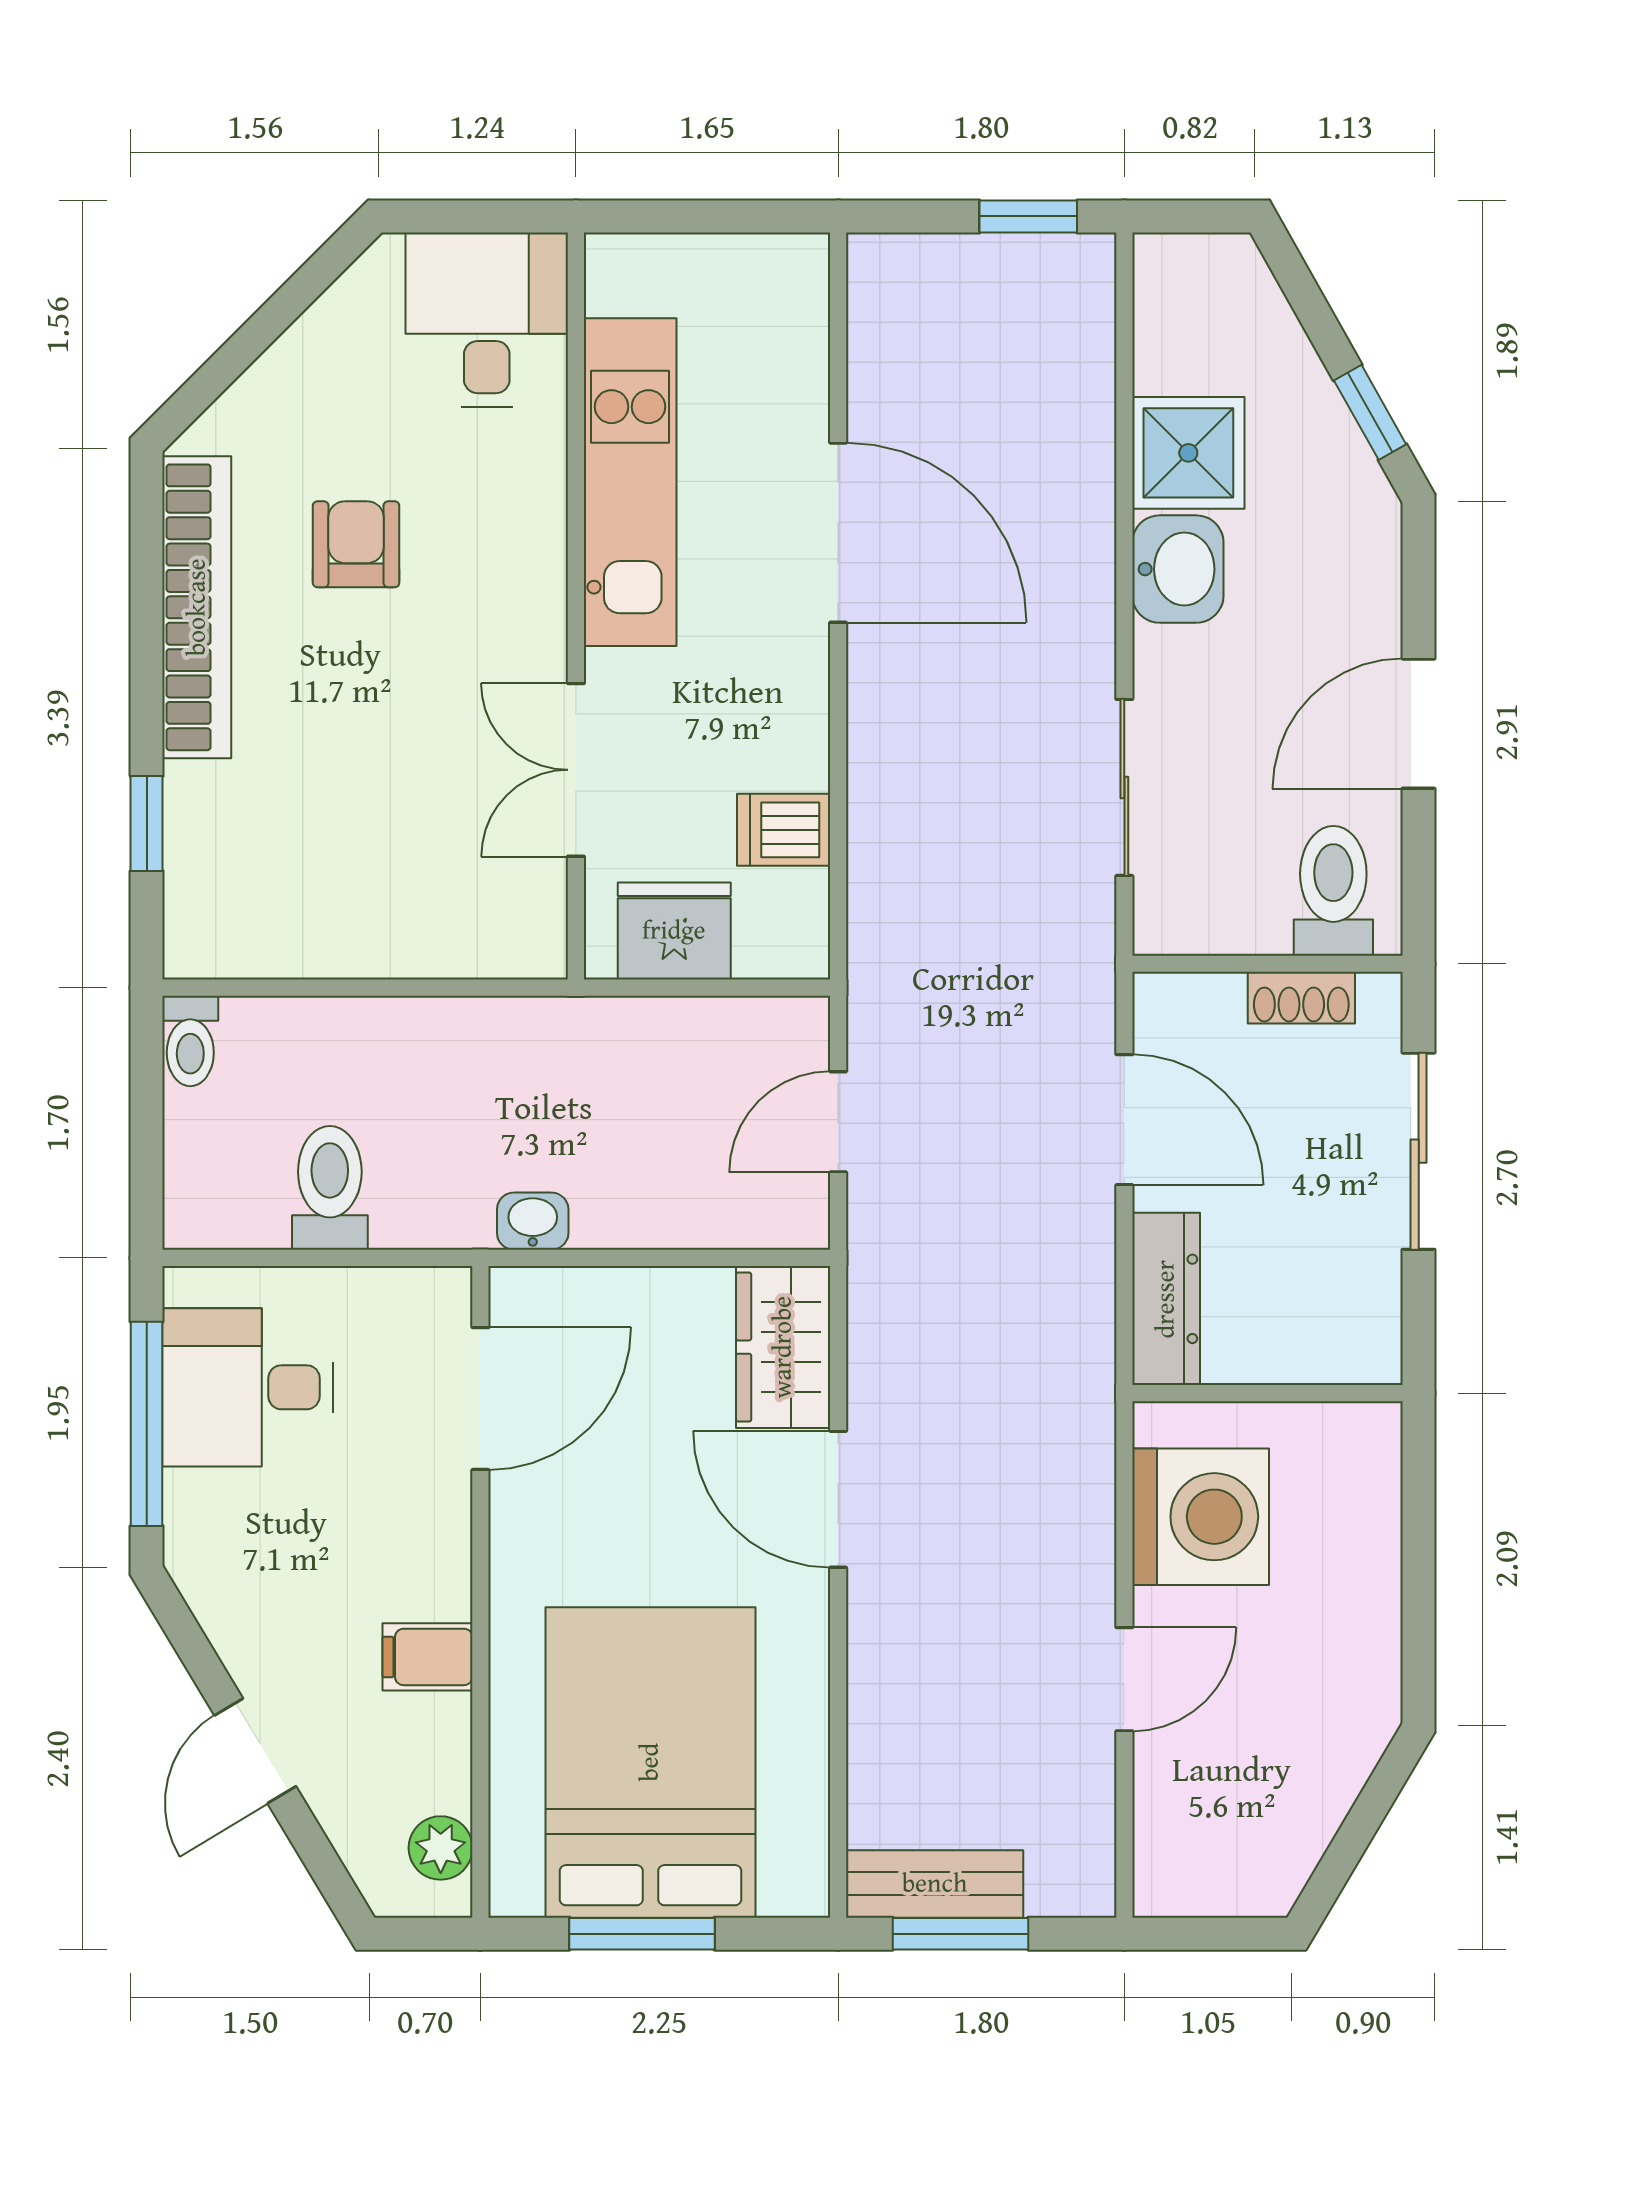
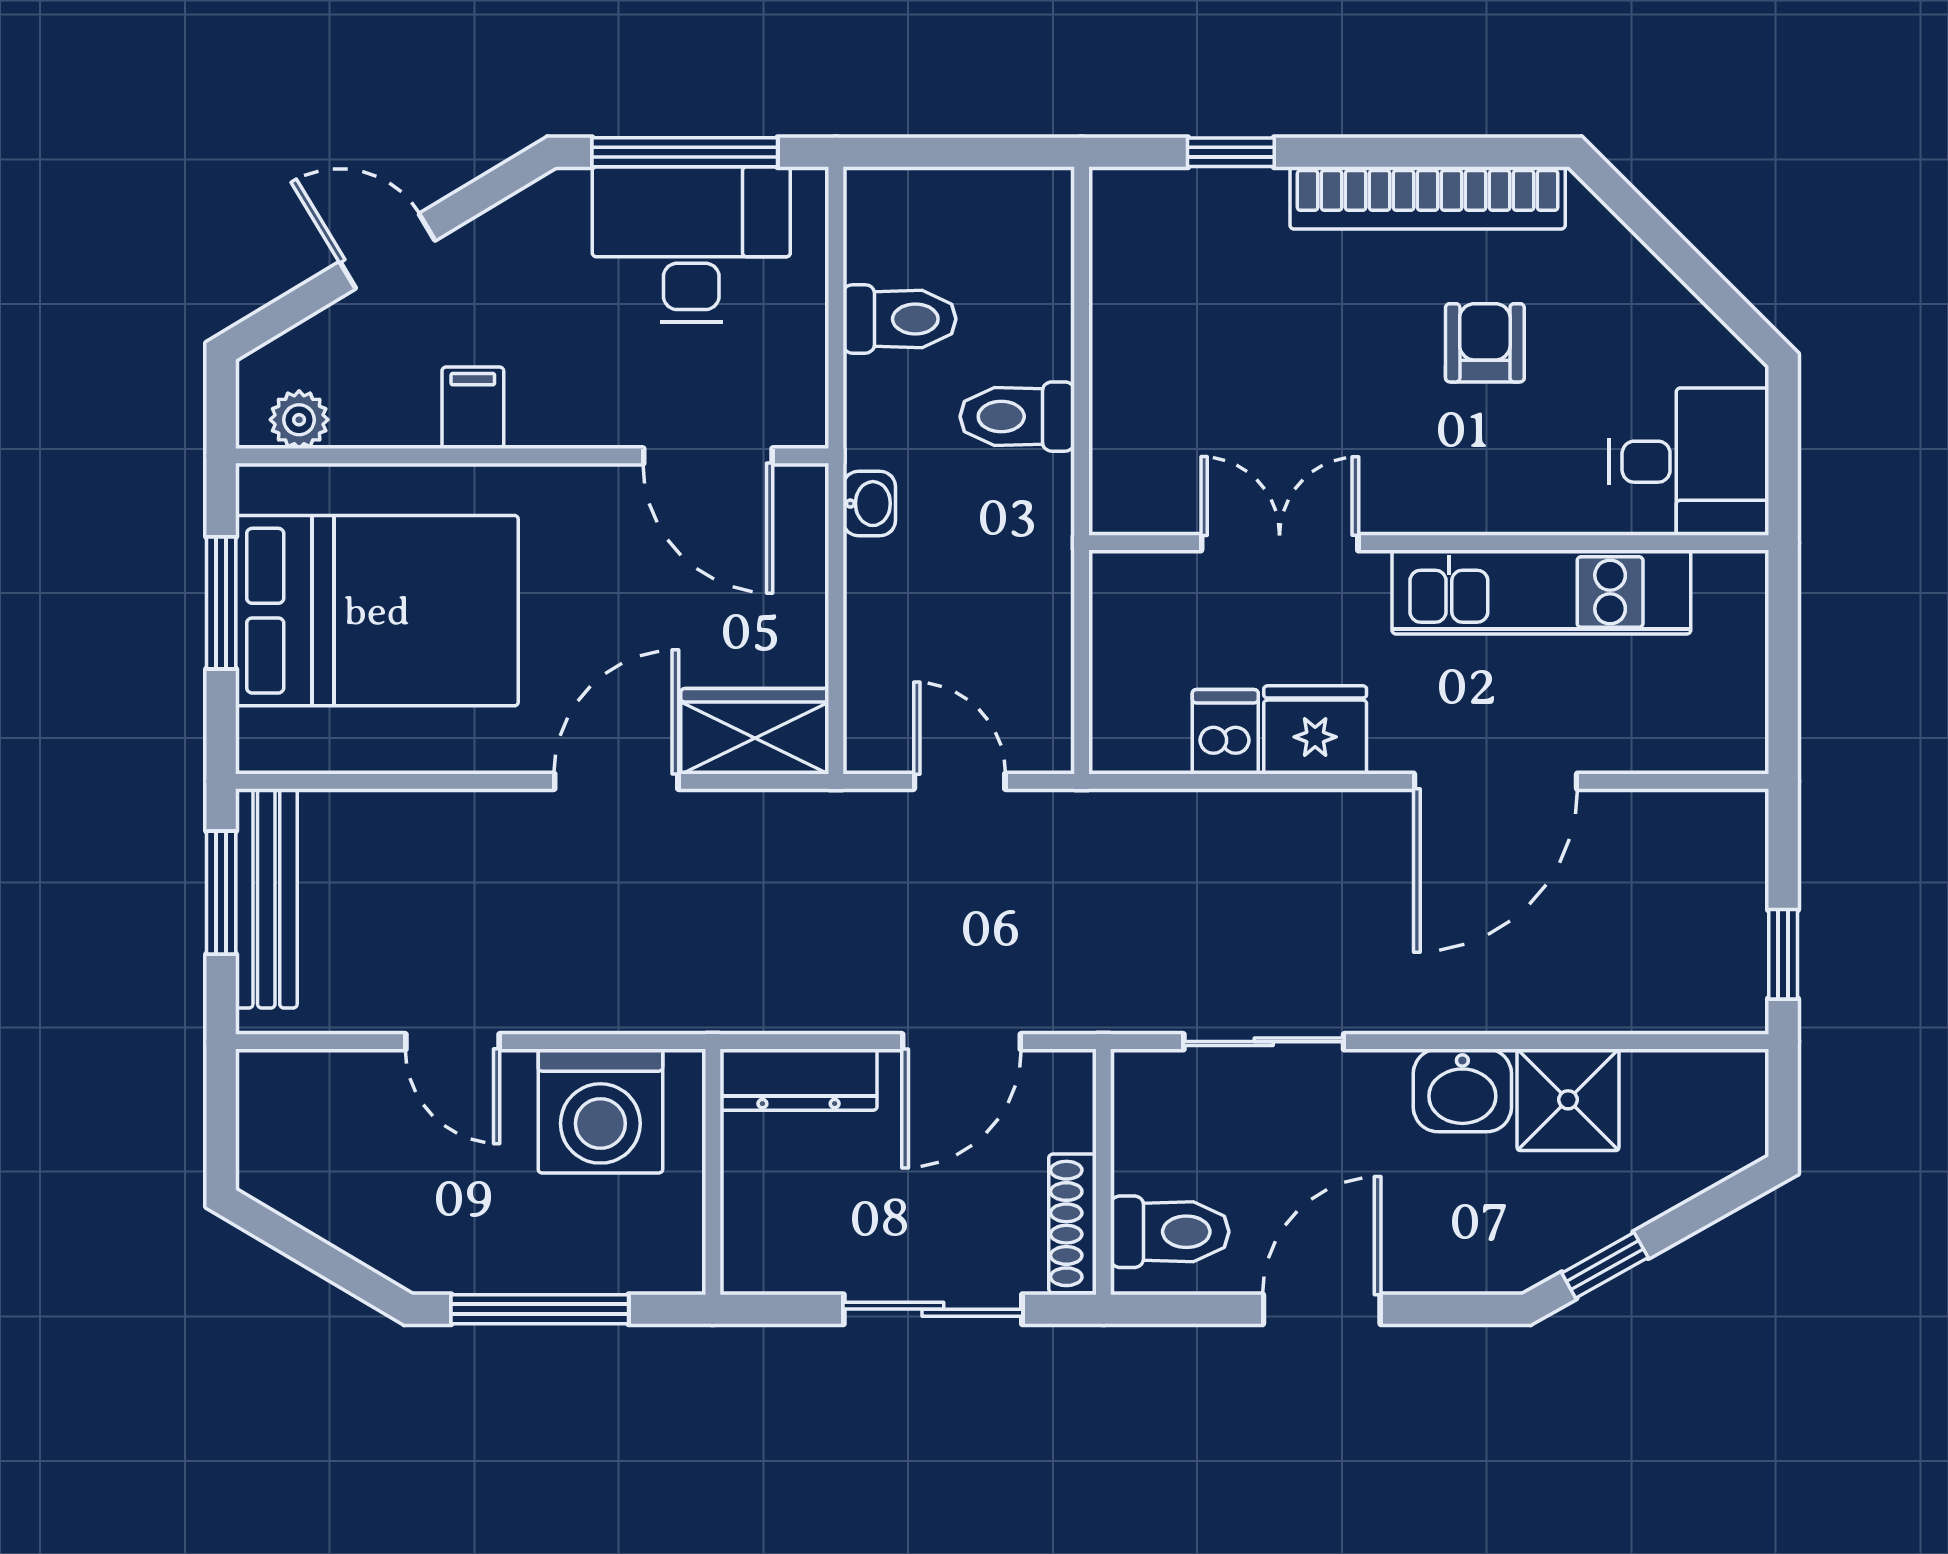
armchair: (356, 544) -> (1485, 343), turned -90
door: (1419, 724) -> (1322, 1309), hinge flipped
fridge: (674, 931) -> (1315, 730), moved, turned -90
shoe rack: (1301, 998) -> (1072, 1223), width x1.43
toilet: (190, 1041) -> (1017, 417), moved, width x1.37, depth x1.39
desk: (248, 1387) -> (691, 244), width x1.37
window: (1419, 1583) -> (540, 1309), added
bench: (935, 1884) -> (266, 898), width x1.36

